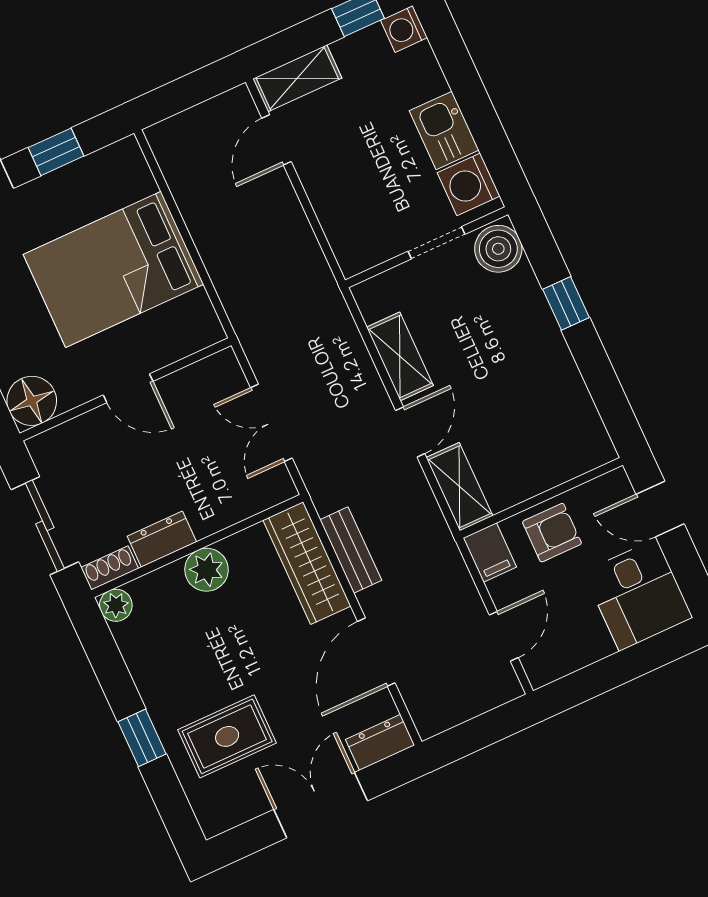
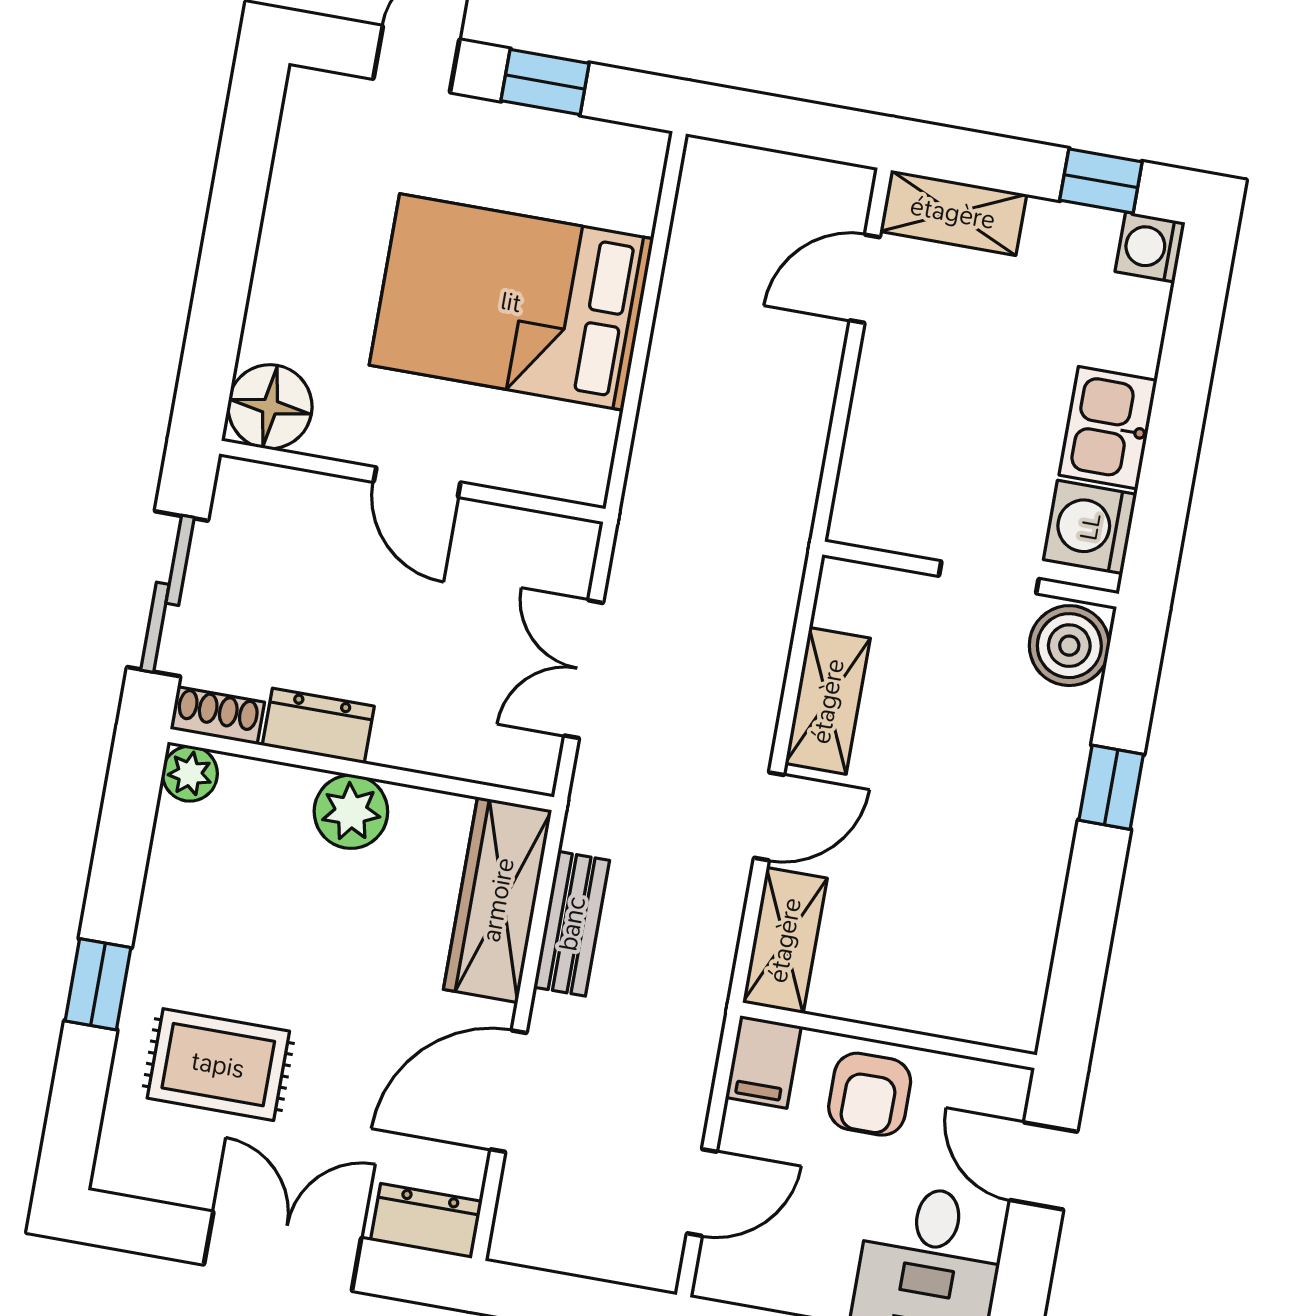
armchair: (552, 533) -> (870, 1094), turned 90

